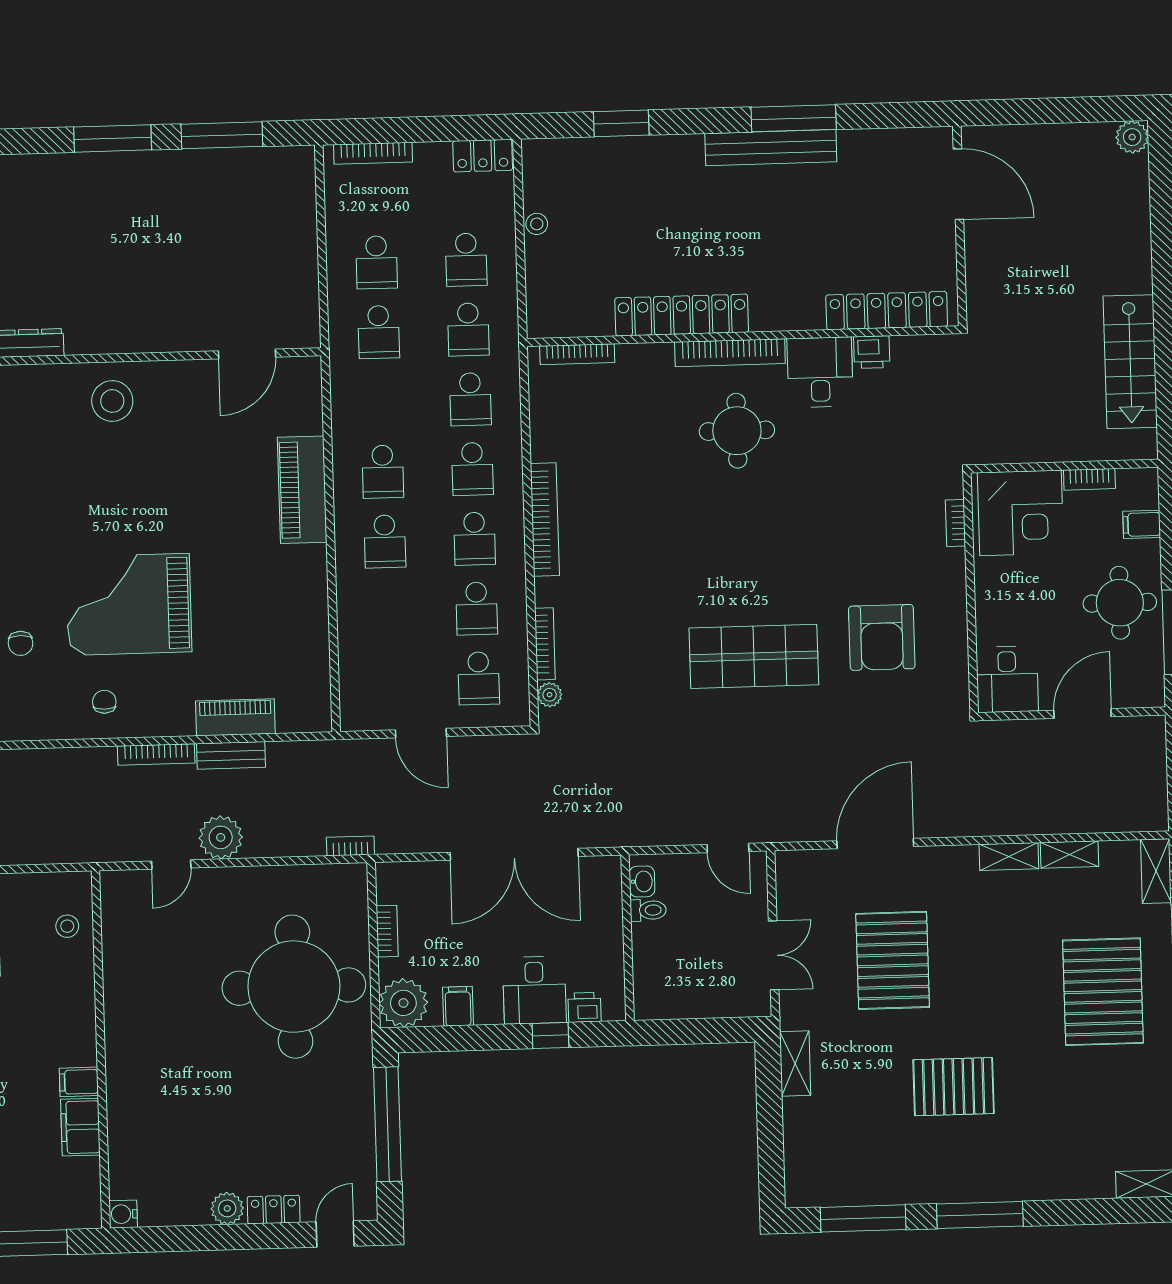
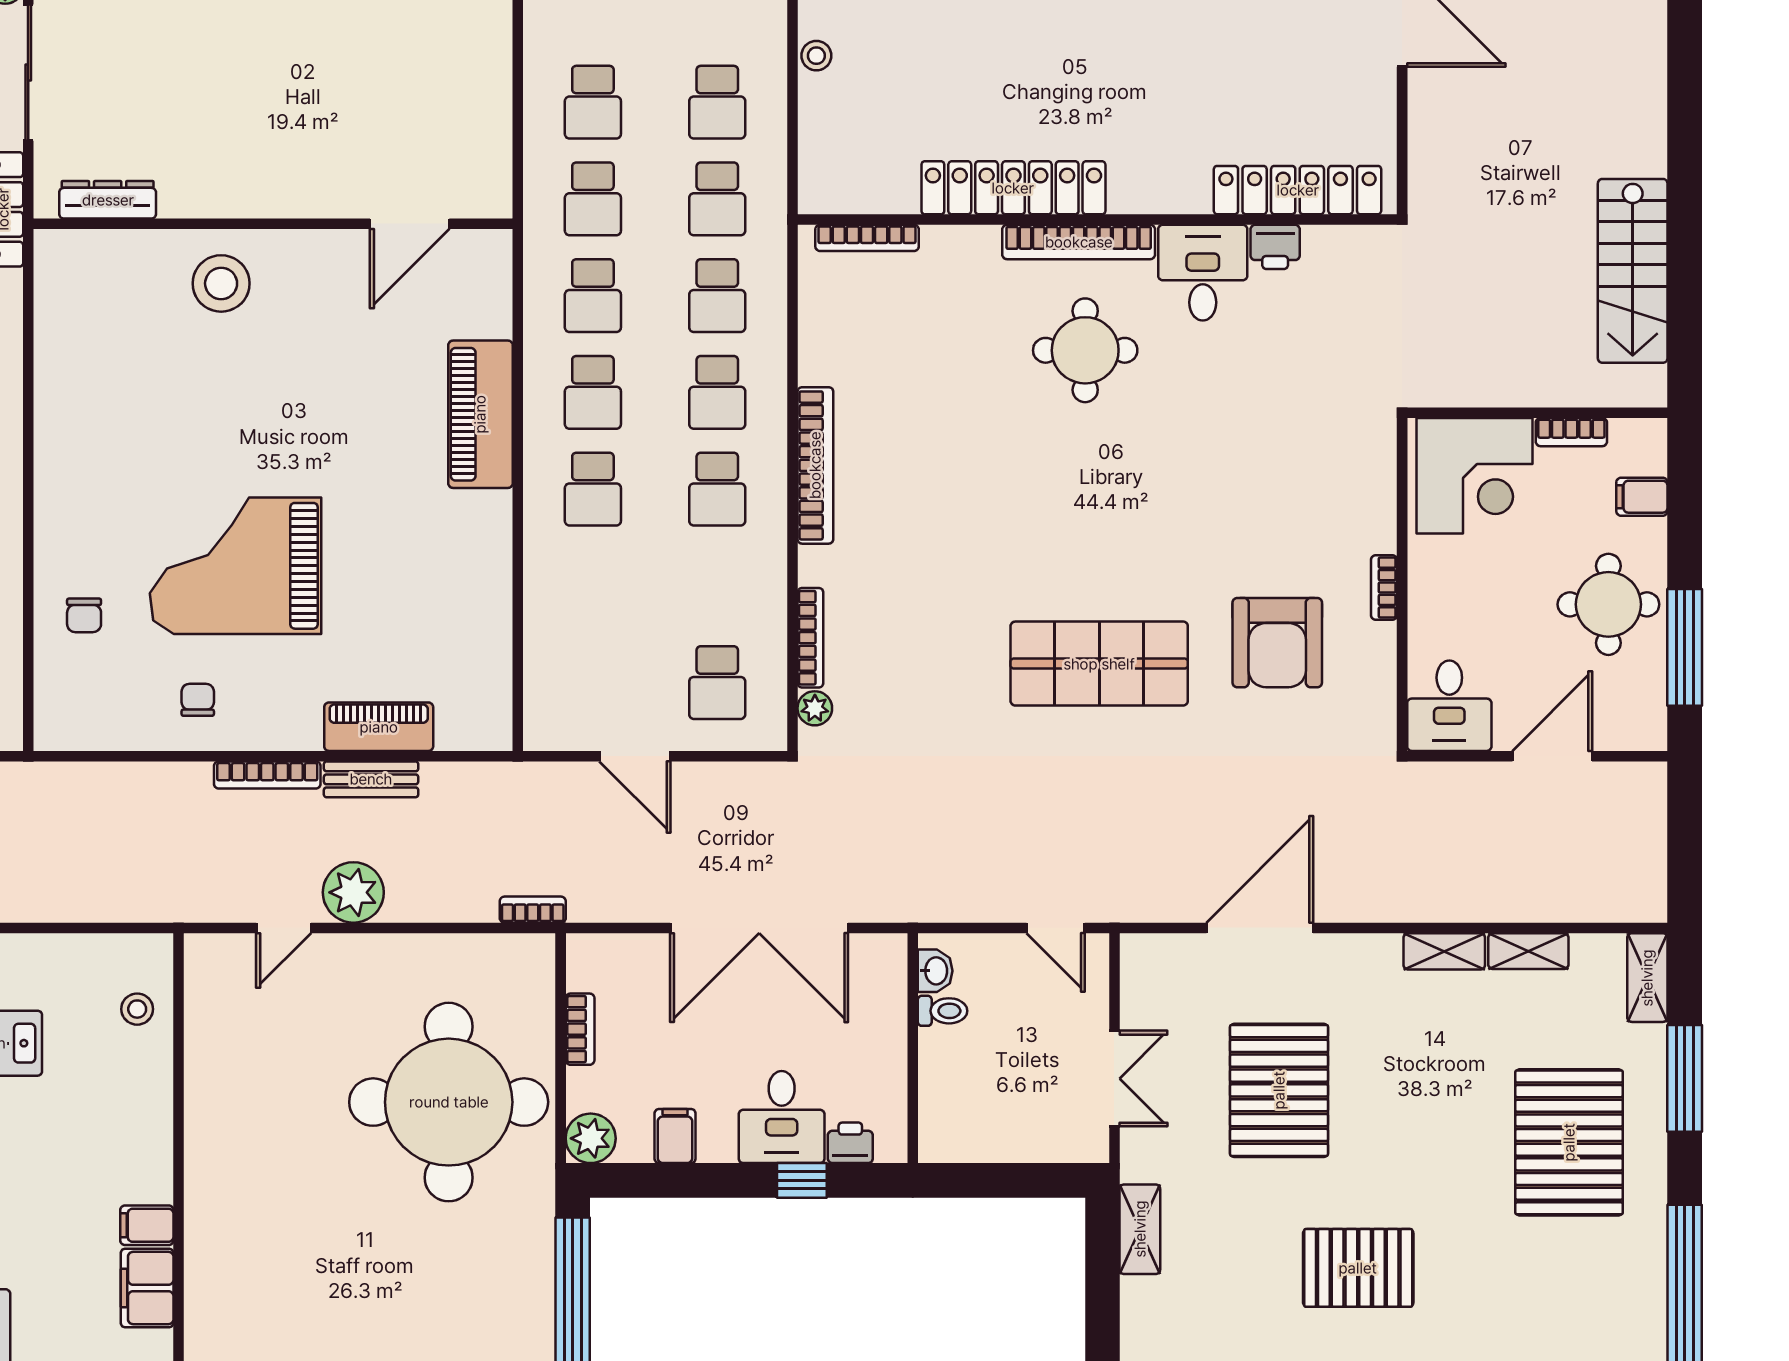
bookcase: (955, 523) -> (1384, 587), moved
school desk: (477, 608) -> (593, 296), moved
plant: (403, 1003) -> (591, 1138), width x0.73, depth x0.73

